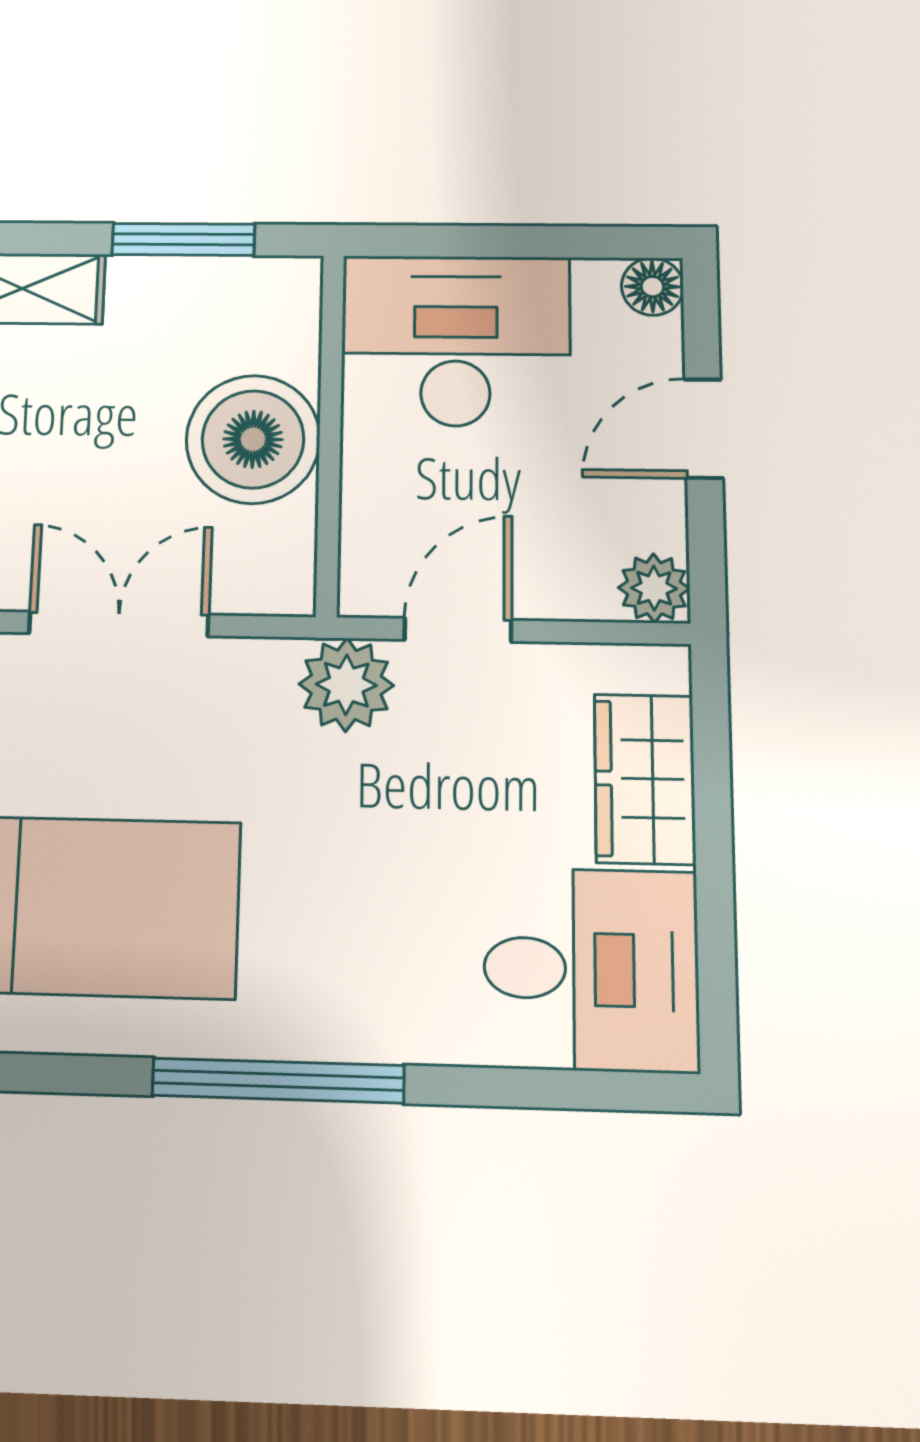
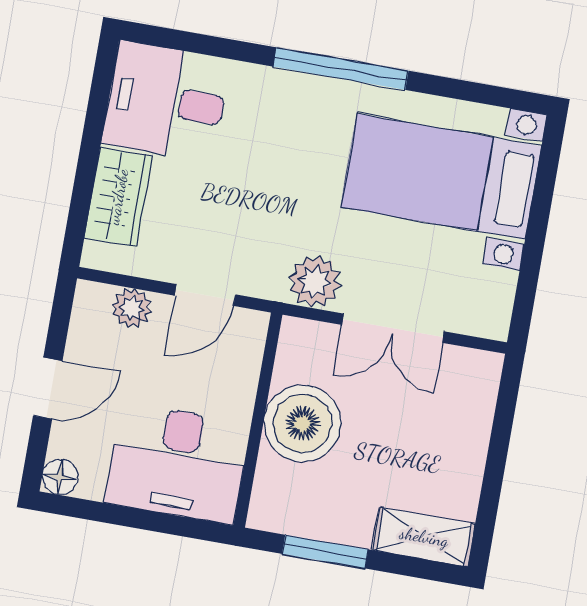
plant: (654, 588) -> (132, 308), moved
plant: (346, 685) -> (315, 282), moved

